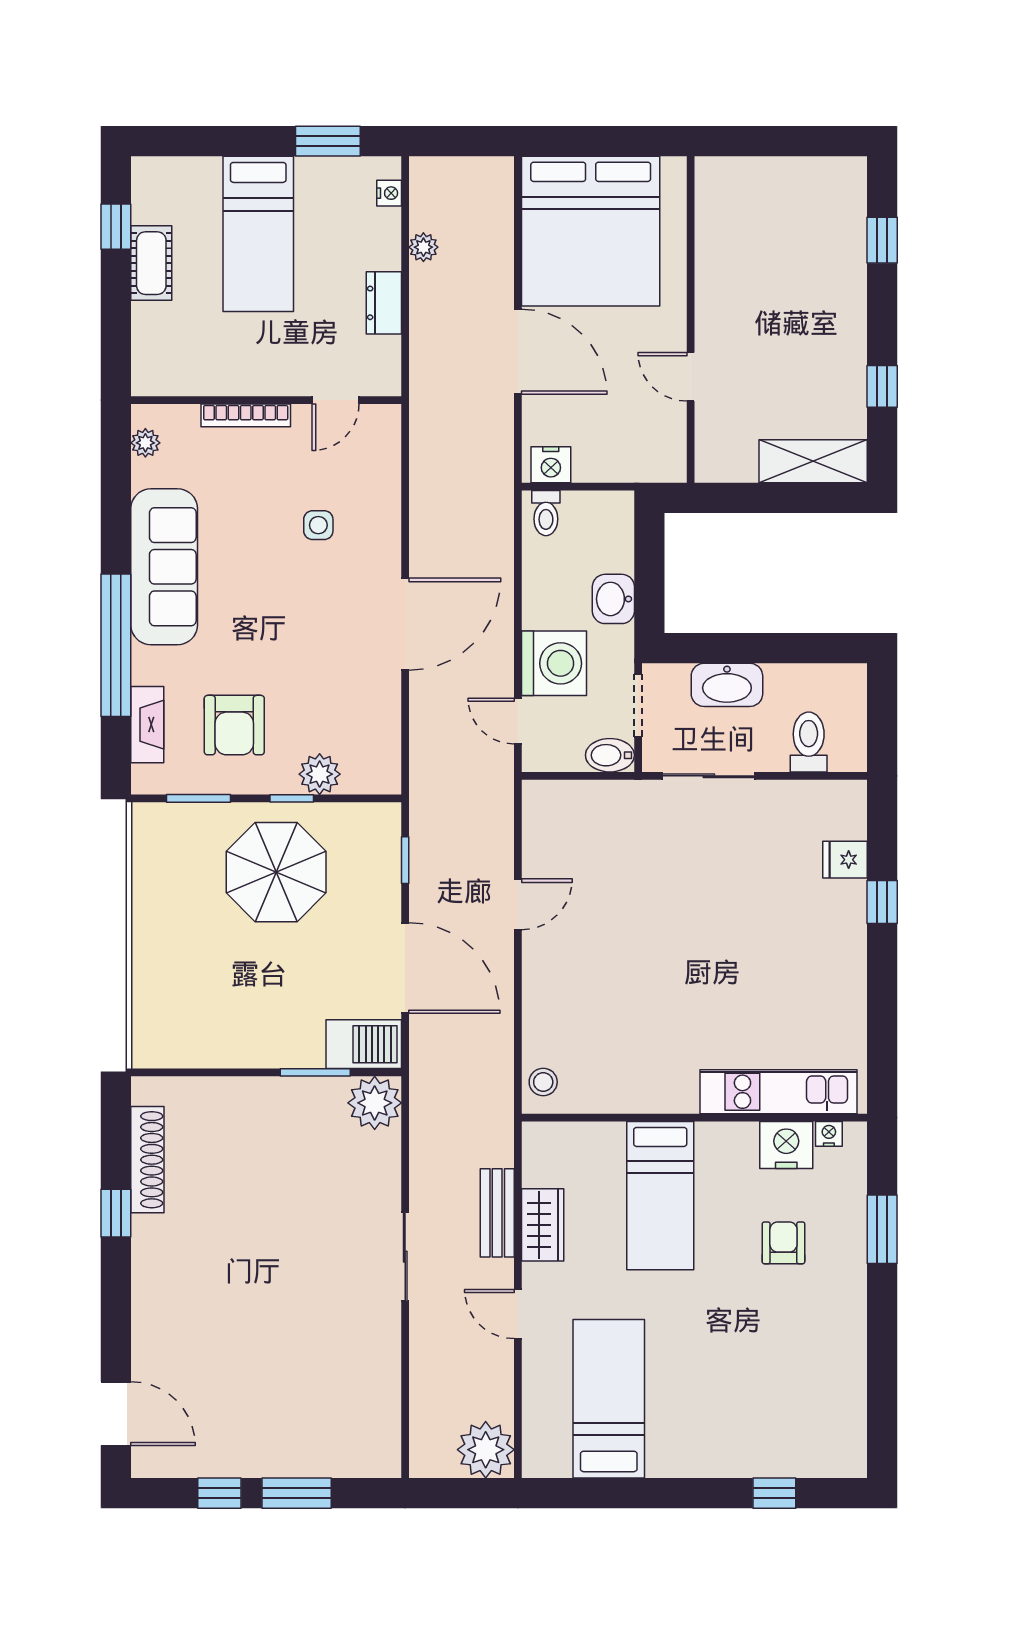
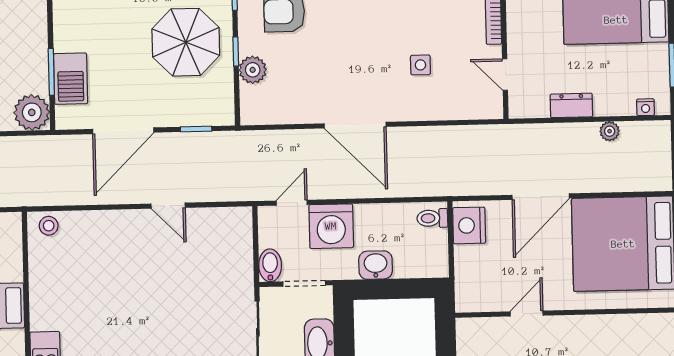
nightstand: (551, 465) -> (469, 225), width x1.36, depth x1.33
barbecue: (364, 1044) -> (71, 79), moved

